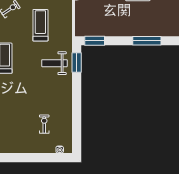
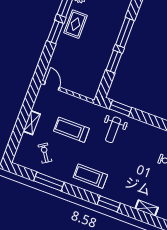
window: (95, 41) -> (114, 61), moved

